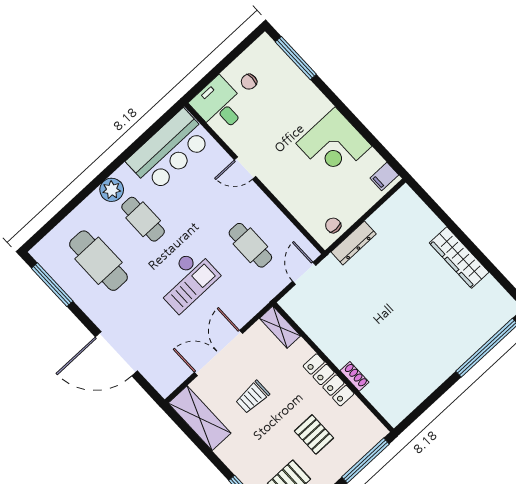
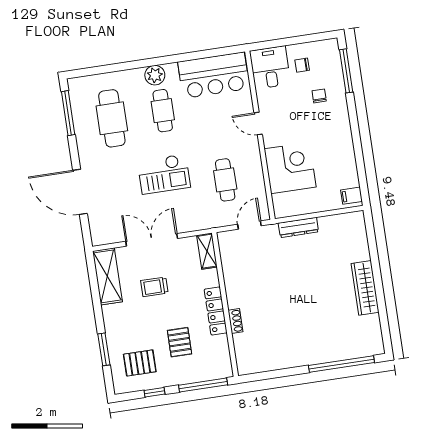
corner desk: (334, 145) -> (290, 168), moved, turned 180
chair: (333, 225) -> (319, 96), moved

